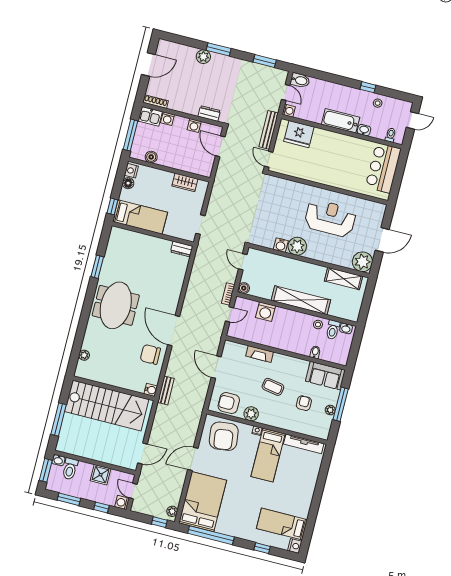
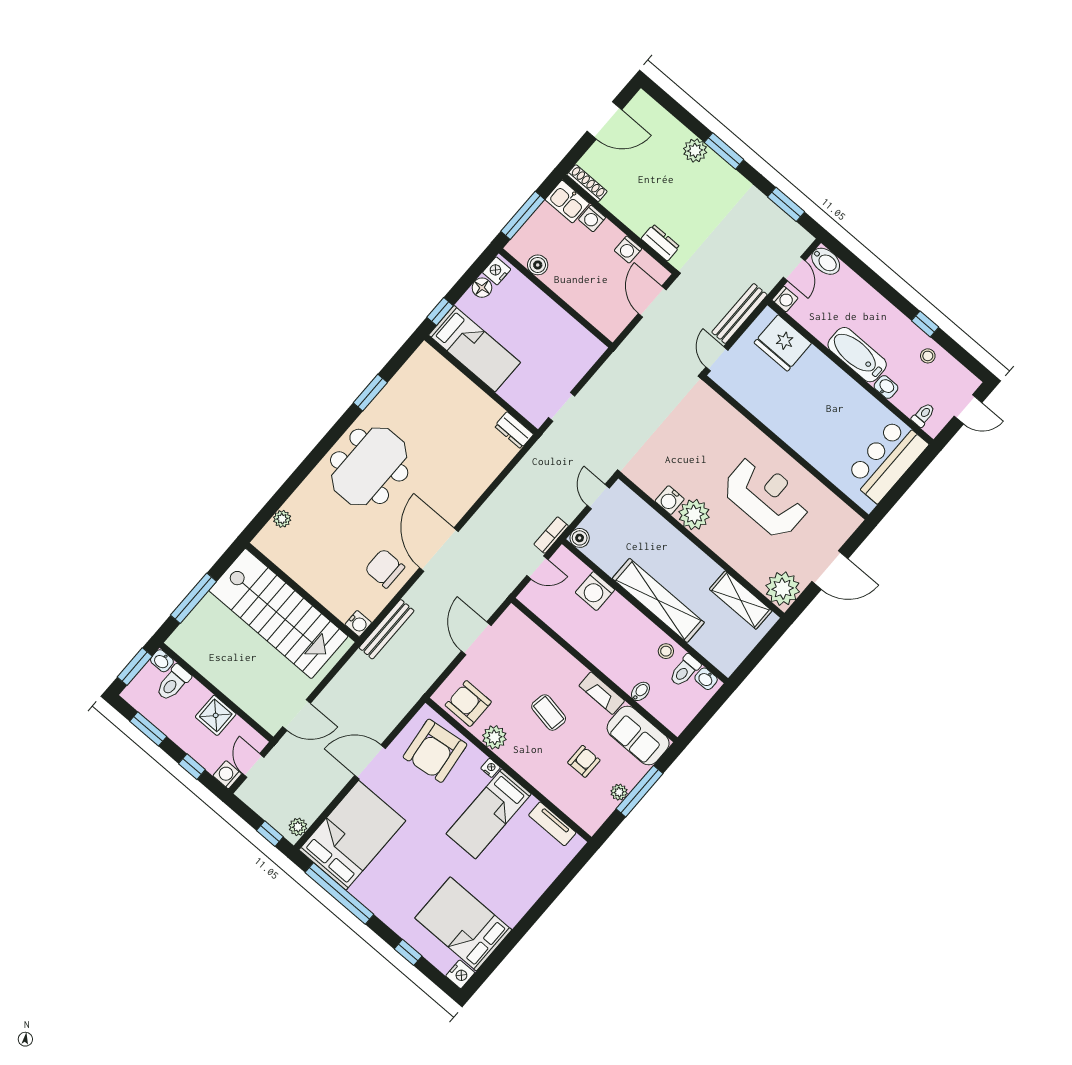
wardrobe: (185, 182) -> (570, 330), removed
fireplace: (260, 354) -> (602, 693), moved
bench: (166, 390) -> (387, 629), width x1.36
tv unit: (304, 444) -> (552, 824), width x0.71
bed: (282, 524) -> (463, 924), width x1.50

